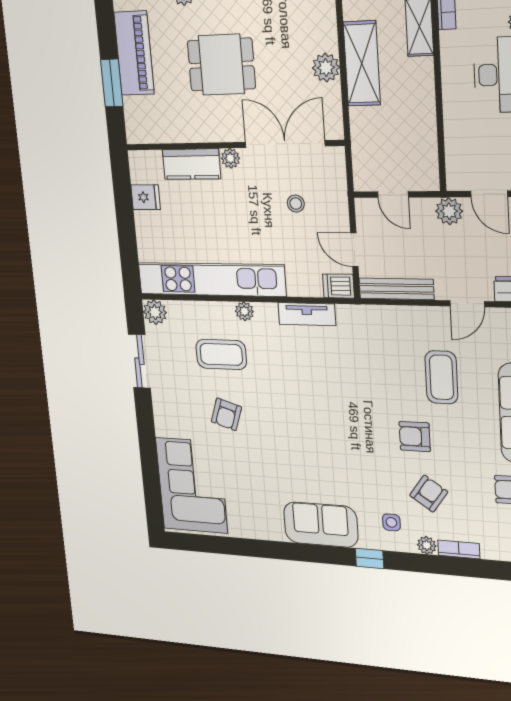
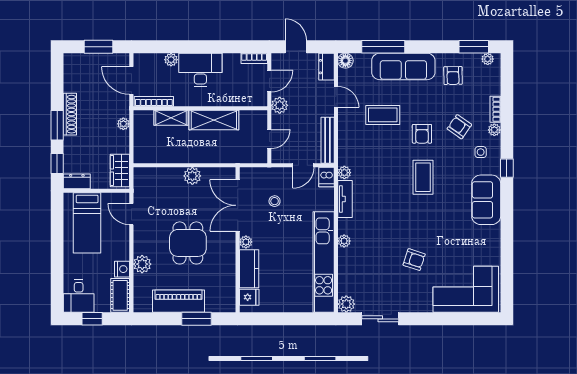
shelving: (362, 64) -> (214, 120), moved
fridge: (146, 197) -> (249, 297), moved, turned 90
plant: (347, 314) -> (344, 173), added
coffee table: (221, 354) -> (423, 177), moved

